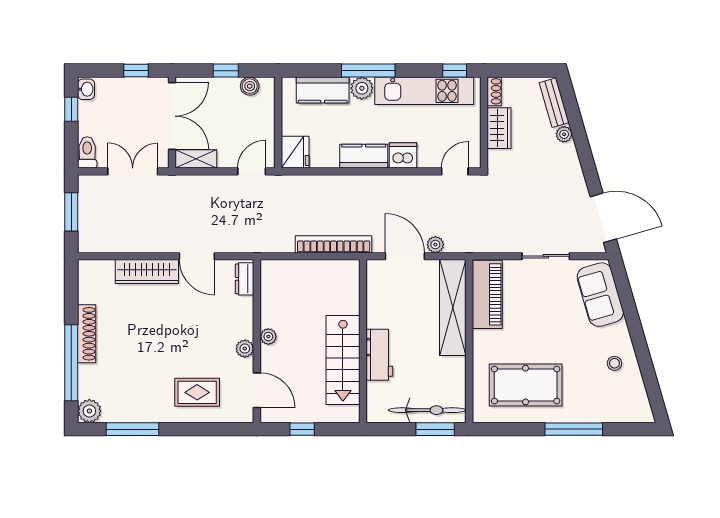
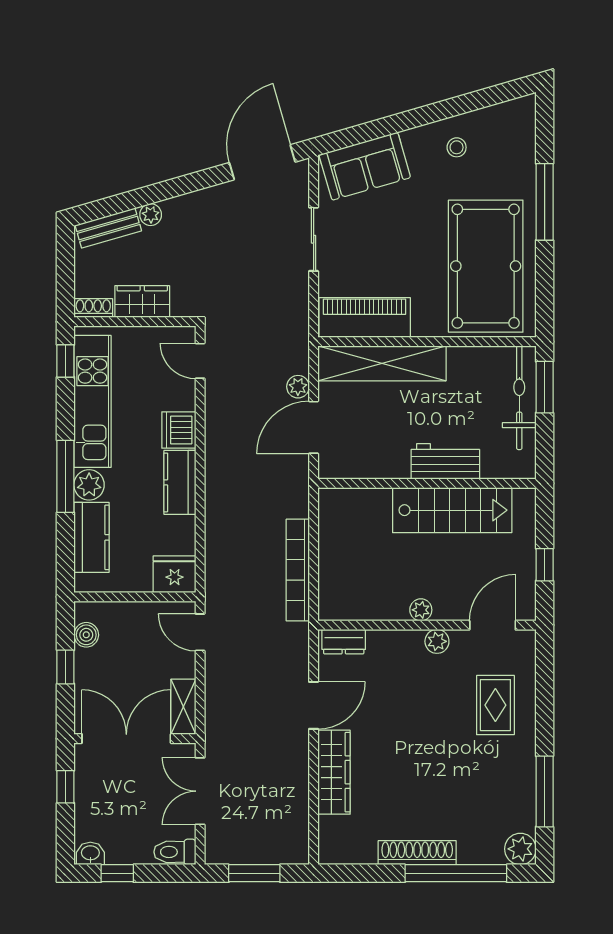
bookcase: (334, 244) -> (298, 570), moved
pool table: (526, 385) -> (486, 266), width x1.36, depth x1.32

